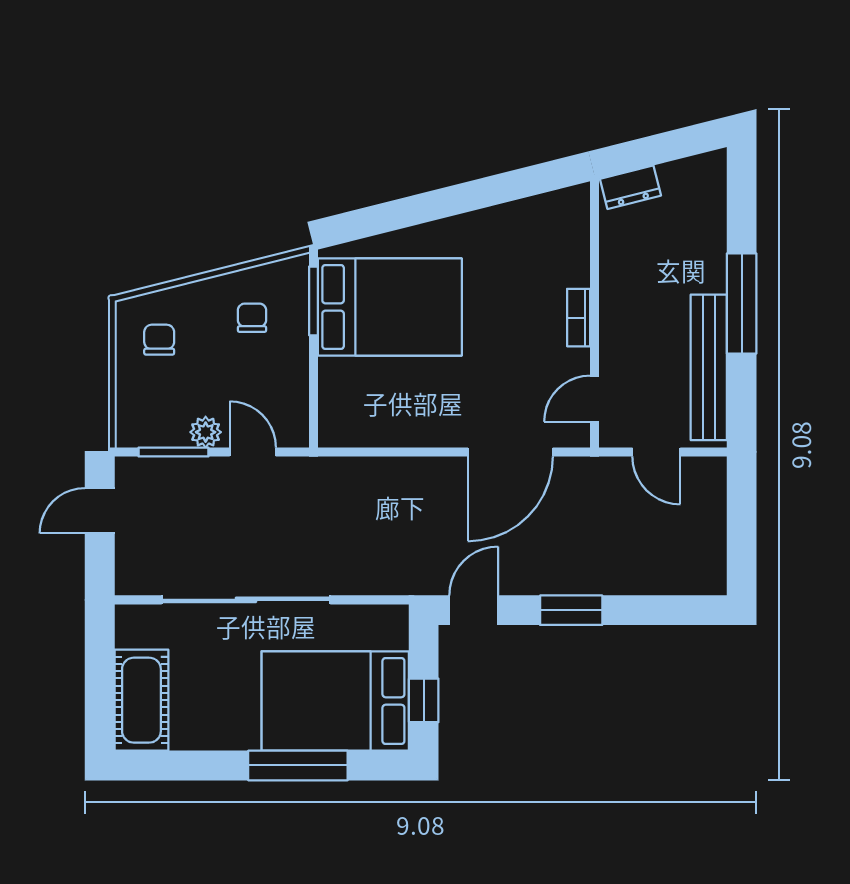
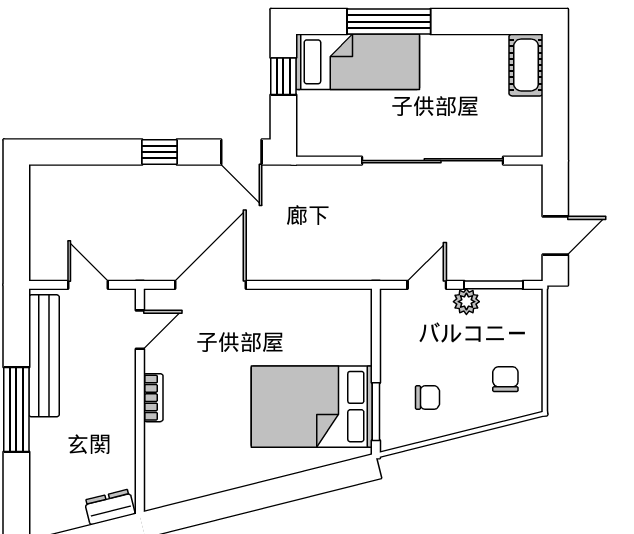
chair: (252, 318) -> (427, 398), turned -90
chair: (159, 340) -> (505, 379), turned 180
door: (253, 452) -> (427, 285), swing flipped
door: (474, 610) -> (241, 152), hinge flipped
window: (571, 610) -> (160, 152), width x0.67
cot: (141, 700) -> (526, 65), width x0.73, depth x0.75
bed: (335, 701) -> (358, 62), width x0.67

